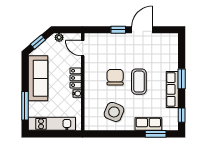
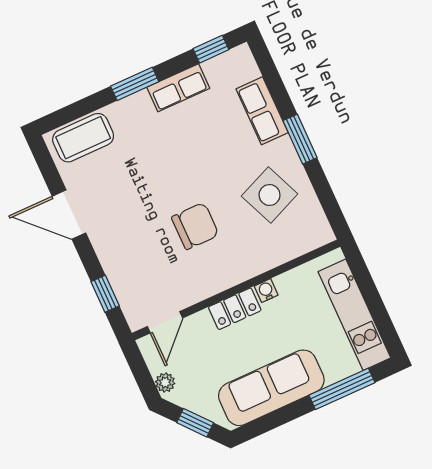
window: (118, 30) -> (105, 294), moved
chair: (115, 77) -> (195, 226), turned 180
coffee table: (139, 82) -> (83, 138), moved
row of seats: (172, 89) -> (178, 88), width x0.68
side table: (114, 112) -> (270, 195), turned 45
window: (156, 134) -> (300, 139), moved

